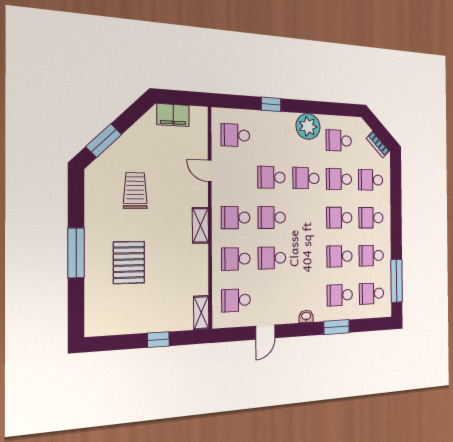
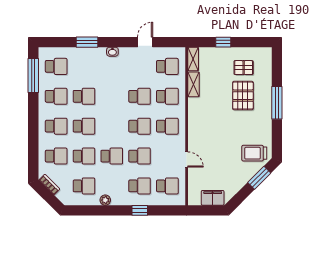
plant: (308, 126) -> (105, 200), width x0.53, depth x0.53
trolley: (135, 191) -> (254, 153), moved, turned 90
shelving: (200, 225) -> (193, 84), moved
school desk: (340, 295) -> (140, 186), moved
pallet: (128, 304) -> (244, 68), added

